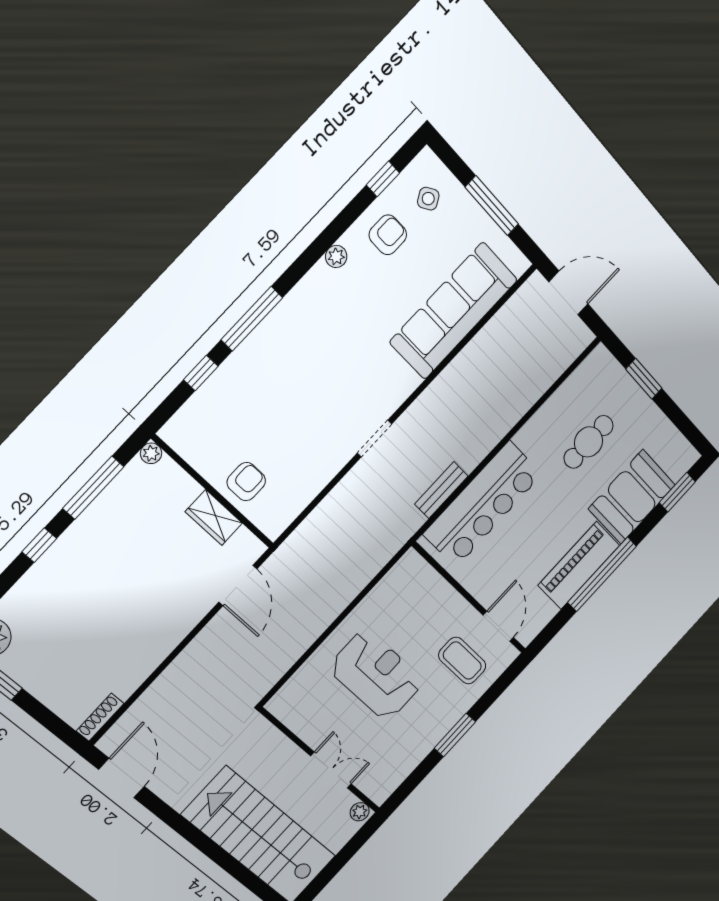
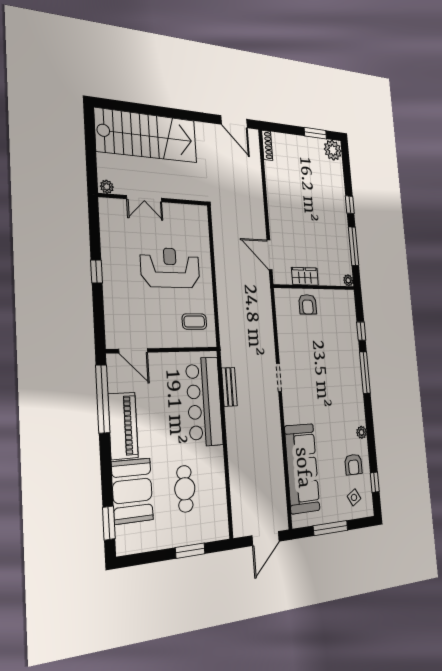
window: (602, 574) -> (103, 399), moved
coffee table: (462, 661) -> (194, 322), moved, width x0.73, depth x0.77
reception desk: (376, 675) -> (170, 268), turned 180
window: (455, 735) -> (97, 271), width x0.67

